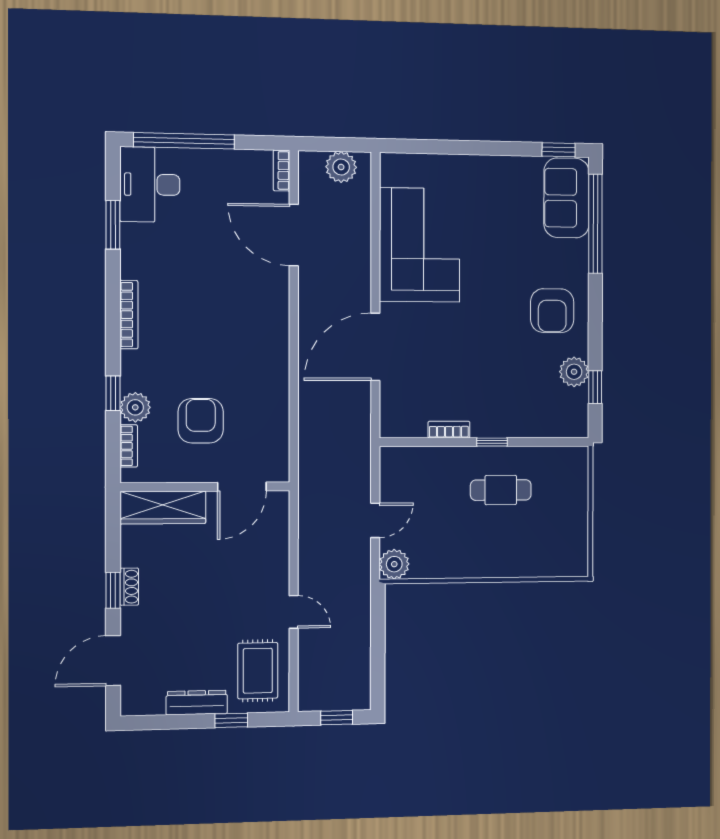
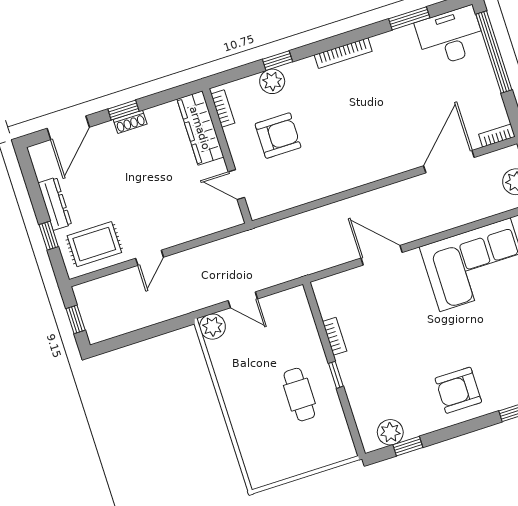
door: (375, 347) -> (382, 255), width x0.73
plant: (574, 372) -> (390, 432), moved
bookcase: (129, 446) -> (223, 109), moved, turned -90
door: (242, 487) -> (236, 185), width x0.73
door: (113, 661) -> (68, 128), swing flipped

